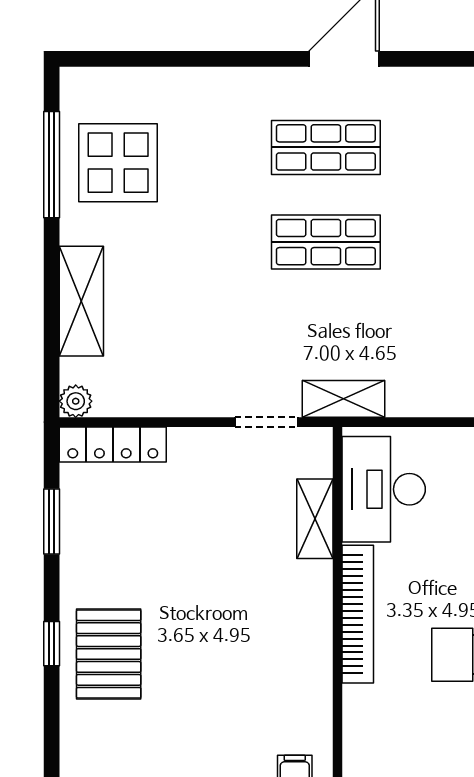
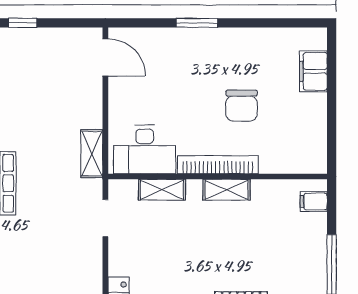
shelving: (344, 399) -> (92, 154), moved
shelving: (315, 629) -> (227, 190), added

